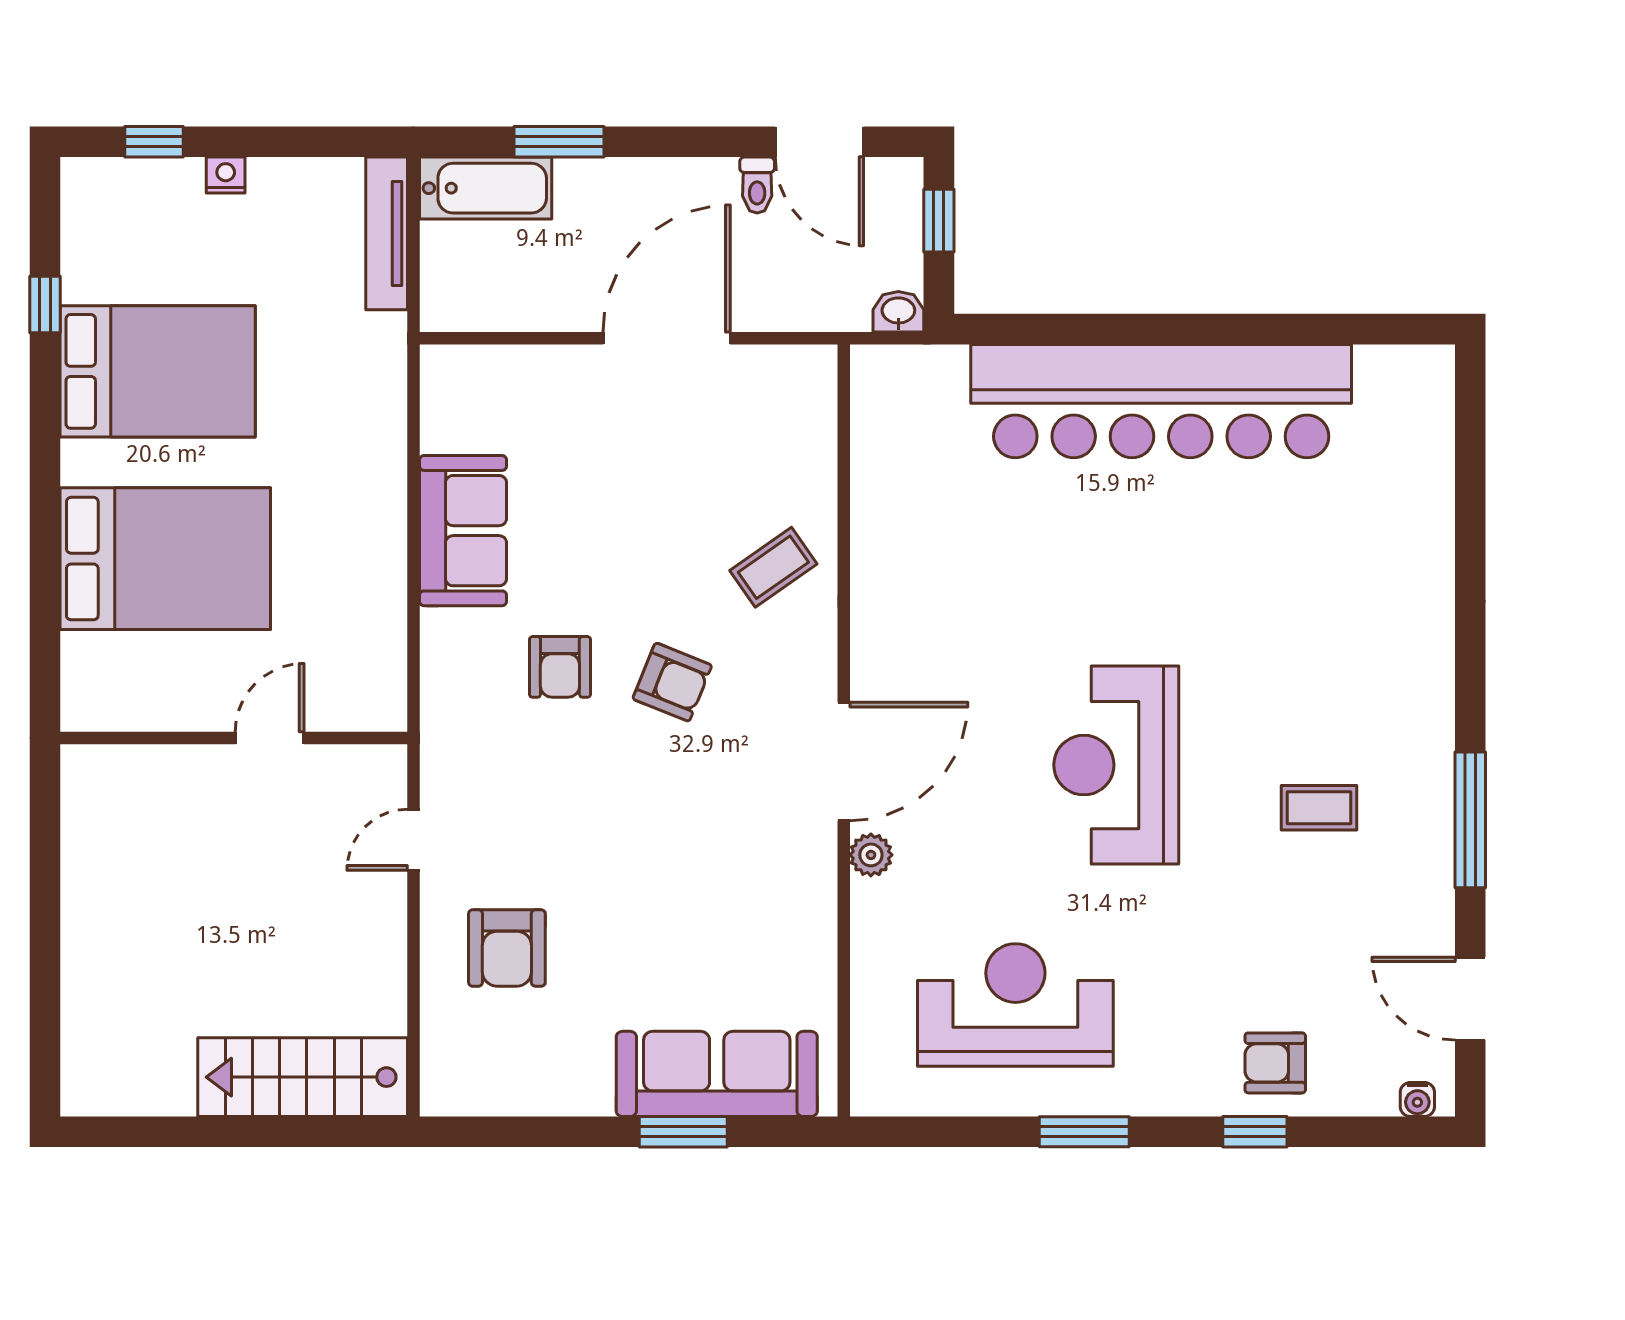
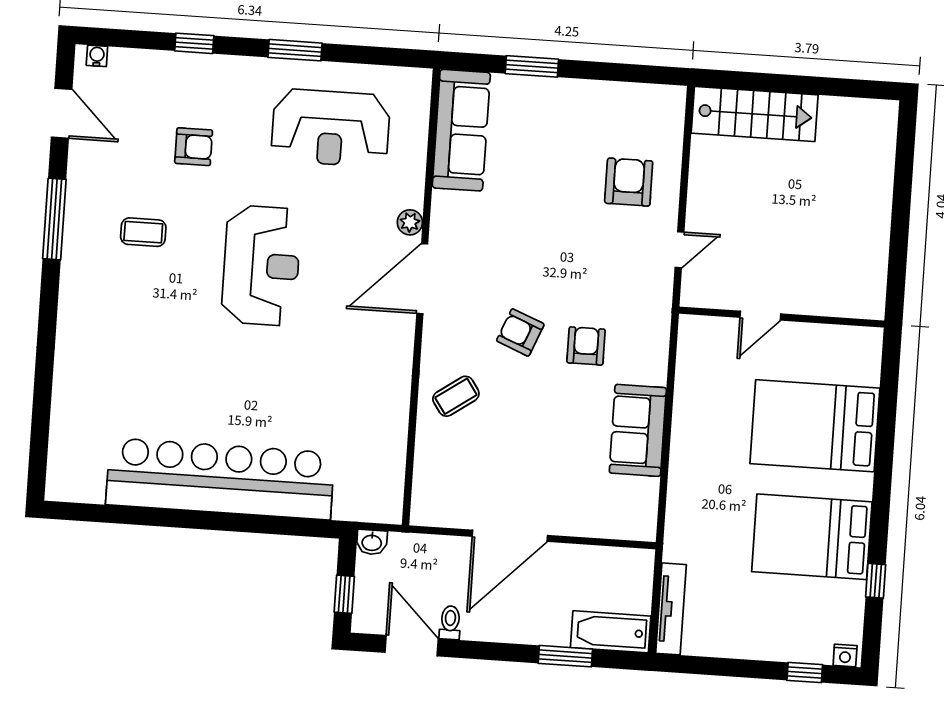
nightstand: (226, 175) -> (845, 655), moved
armchair: (1275, 1063) -> (194, 147), moved
sofa: (717, 1074) -> (461, 130), moved, turned -90

